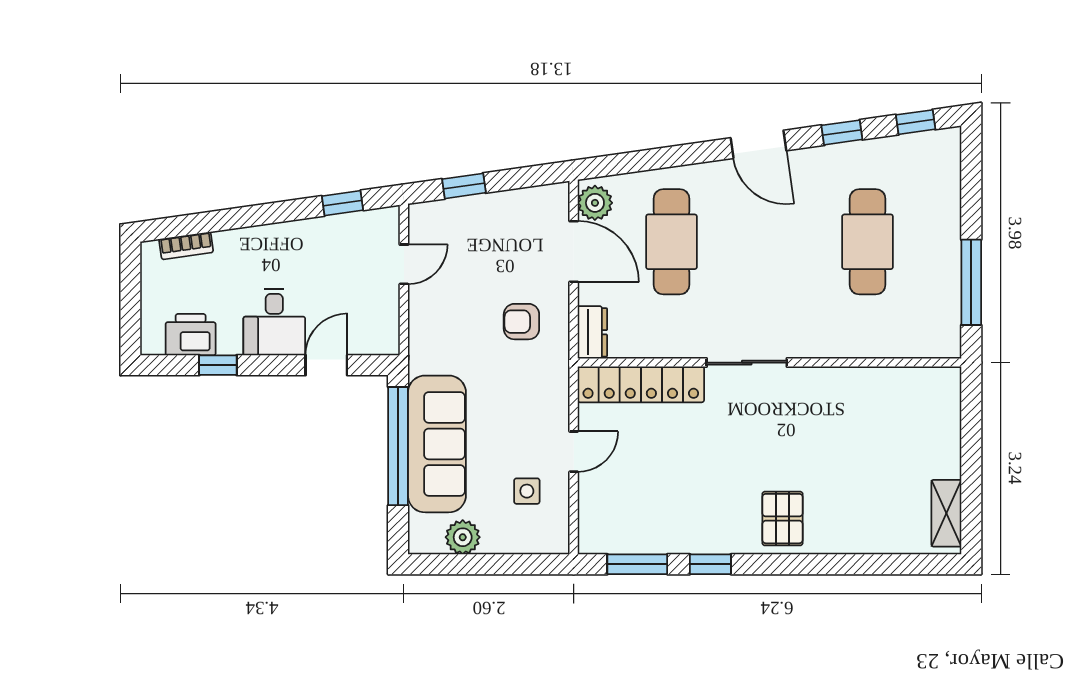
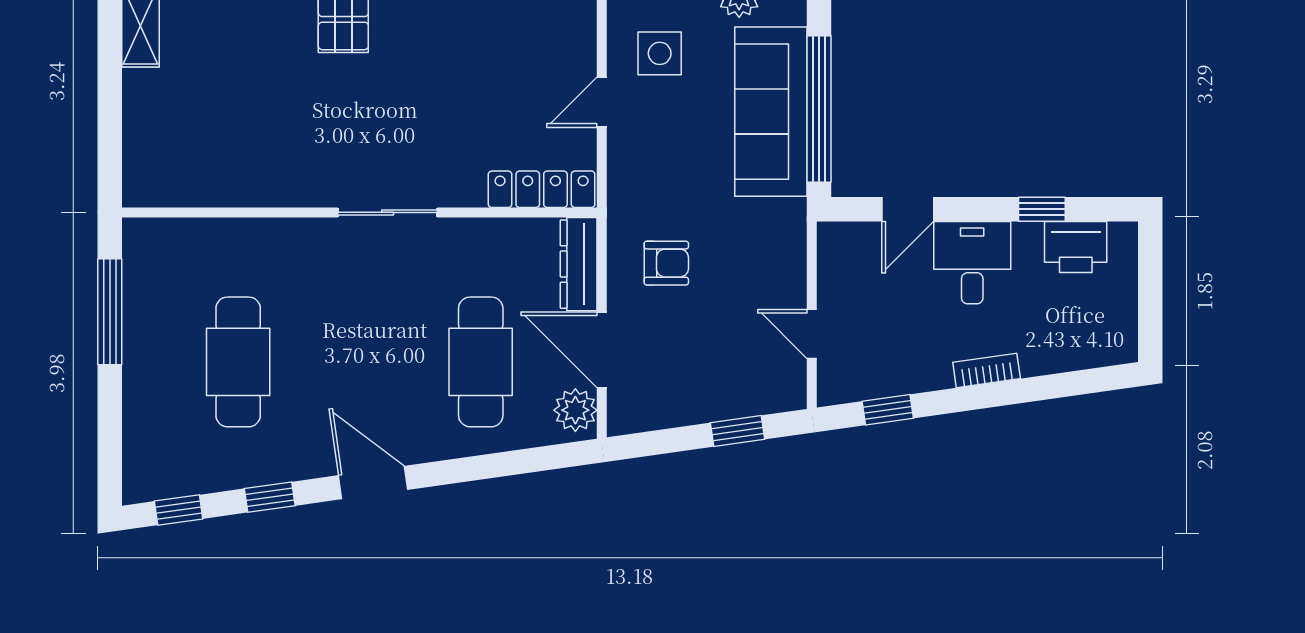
bookcase: (186, 246) -> (987, 370), moved
door: (404, 264) -> (812, 334), hinge flipped
dresser: (592, 332) -> (579, 264), width x1.44
locker: (641, 384) -> (542, 189), width x0.71, depth x0.83
side table: (527, 491) -> (660, 53), width x1.37, depth x1.37

